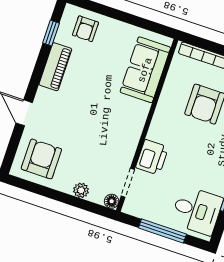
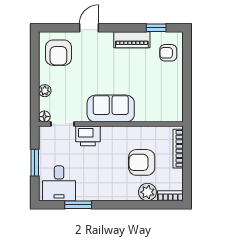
sofa: (145, 70) -> (111, 109), moved
armchair: (41, 159) -> (58, 53), turned 90
window: (162, 231) -> (35, 163), width x0.69

